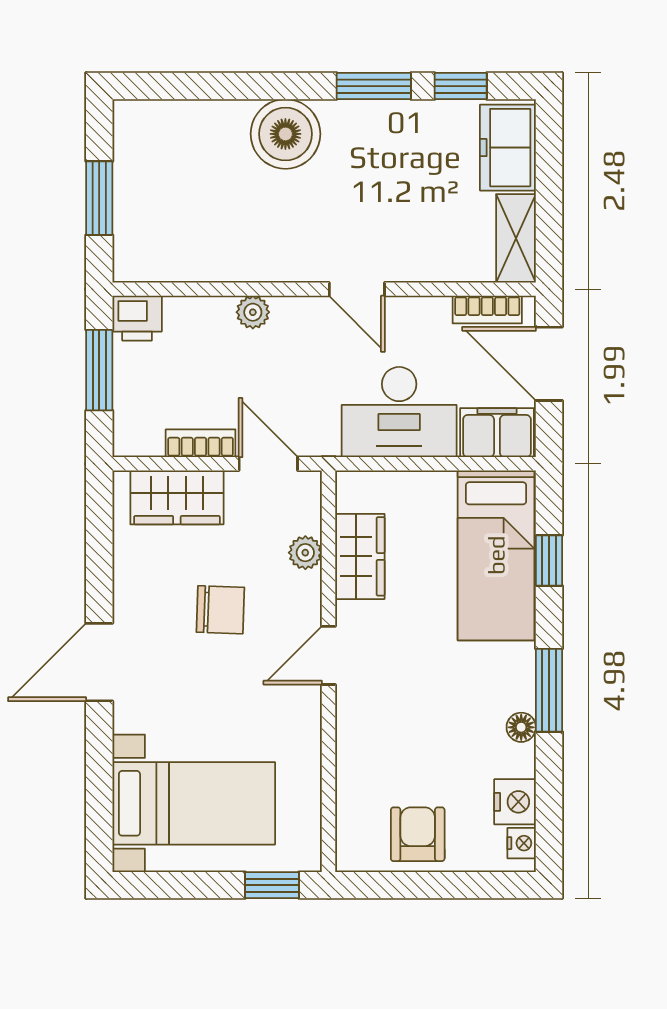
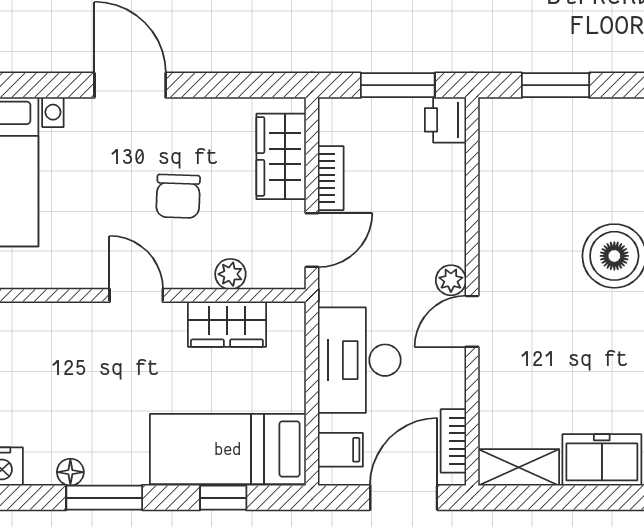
plant: (253, 312) -> (451, 280), moved
filing cabinet: (497, 433) -> (340, 450), width x0.50

